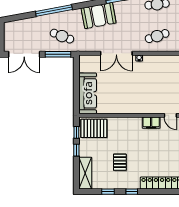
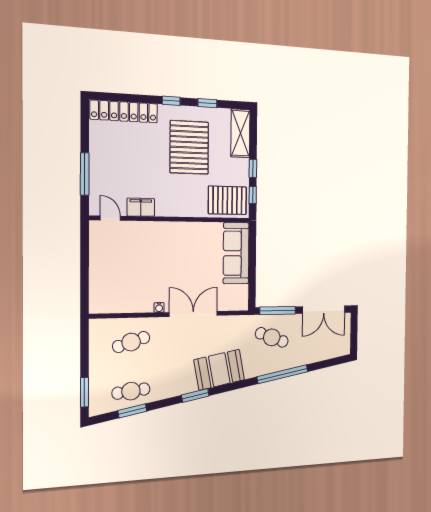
double door: (24, 54) -> (324, 310), swing flipped
pallet: (120, 162) -> (189, 147), width x2.05, depth x2.00

